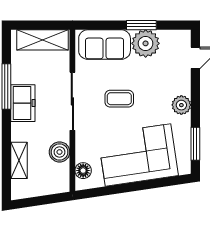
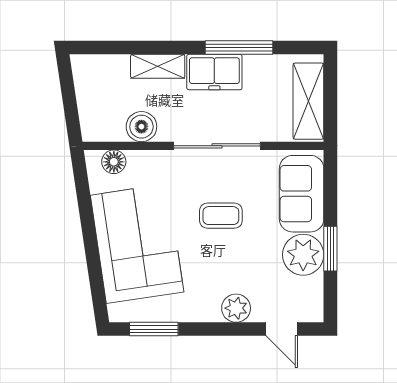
coffee table: (119, 99) -> (221, 216), turned 90
plant: (181, 105) -> (236, 308), moved
shelving: (19, 160) -> (158, 66), moved

